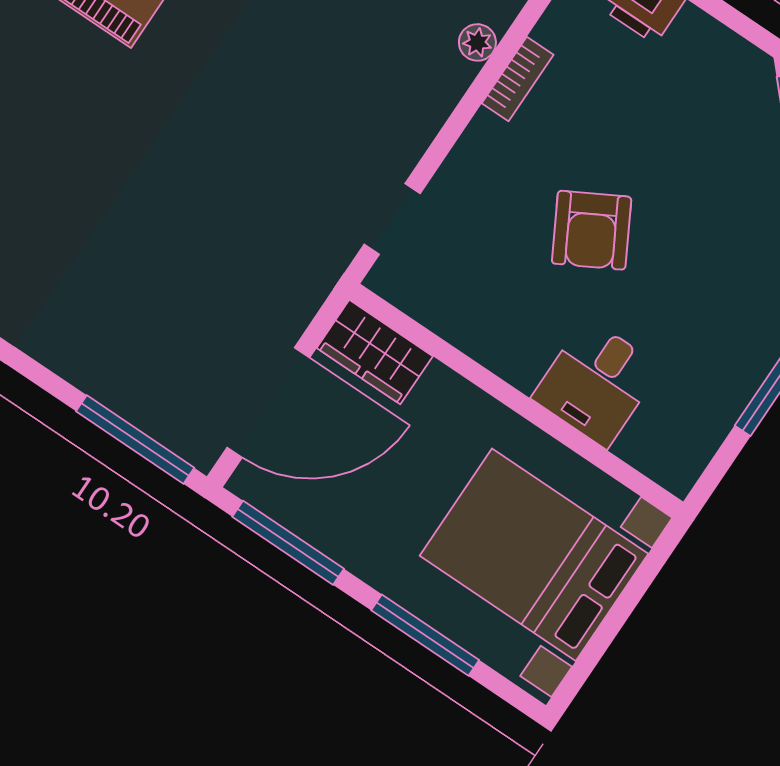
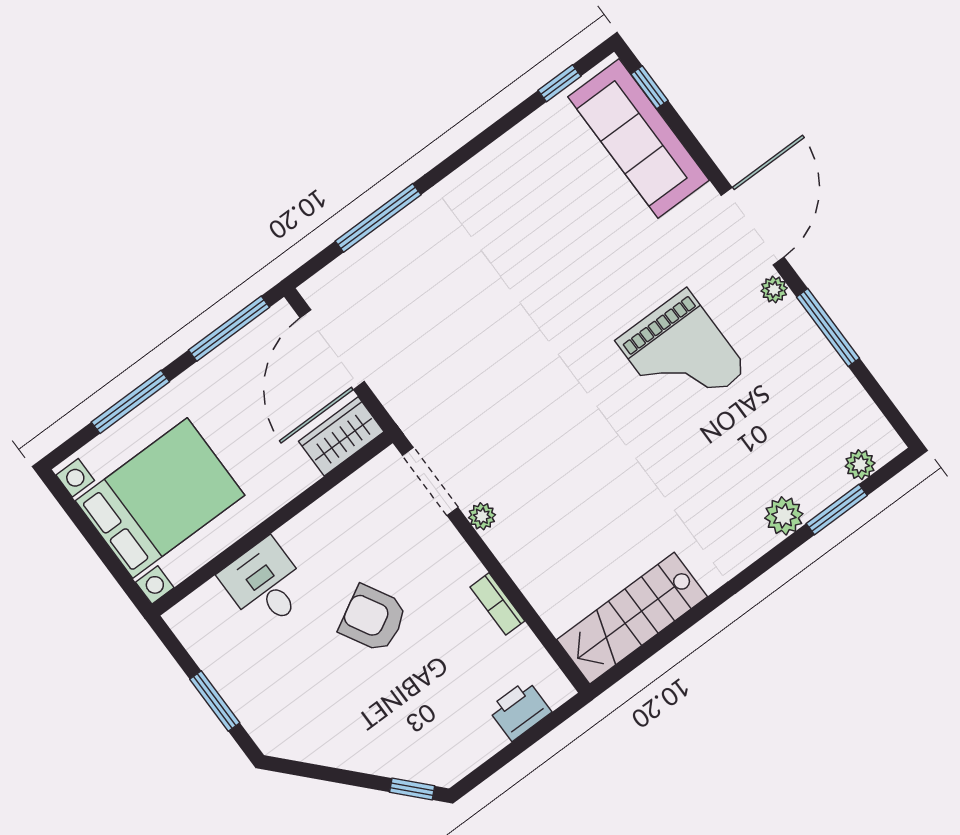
plant: (477, 42) -> (482, 516), moved
doorway: (392, 219) -> (430, 482), width x1.38
window: (135, 440) -> (378, 218), moved

